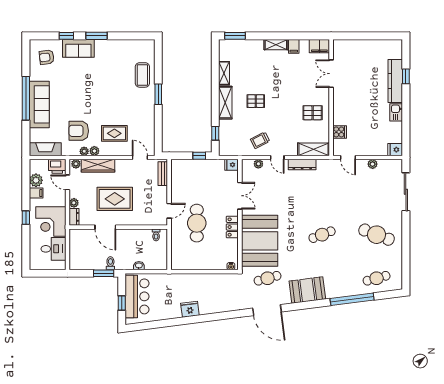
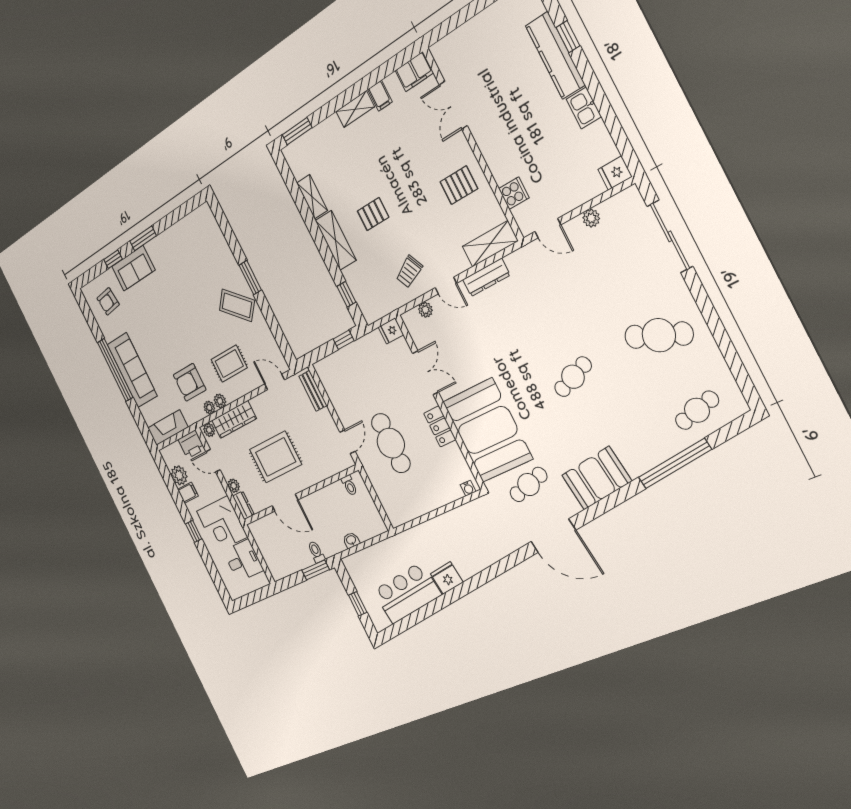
coffee table: (142, 75) -> (237, 305), moved, turned -48
bar counter: (137, 296) -> (407, 593), moved, turned -97

